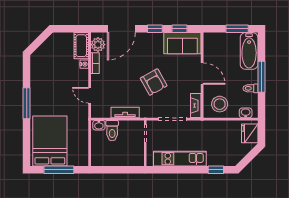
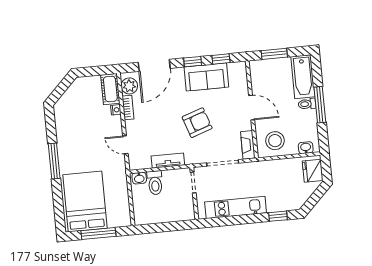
window: (237, 29) -> (274, 54), moved
sofa: (182, 43) -> (206, 77), moved
armchair: (154, 82) -> (197, 123), turned -80
toilet: (250, 88) -> (307, 104), moved

